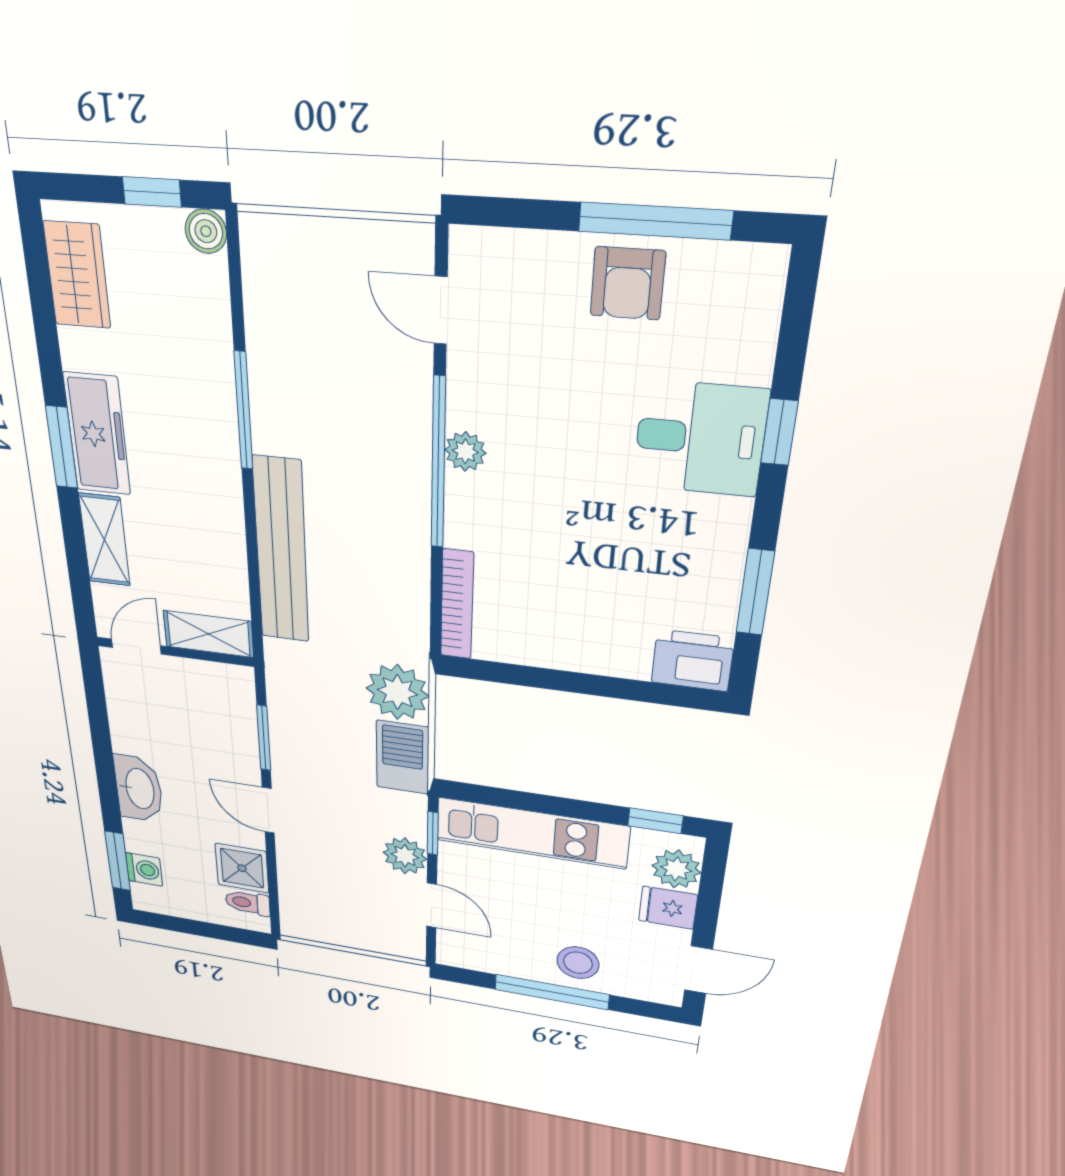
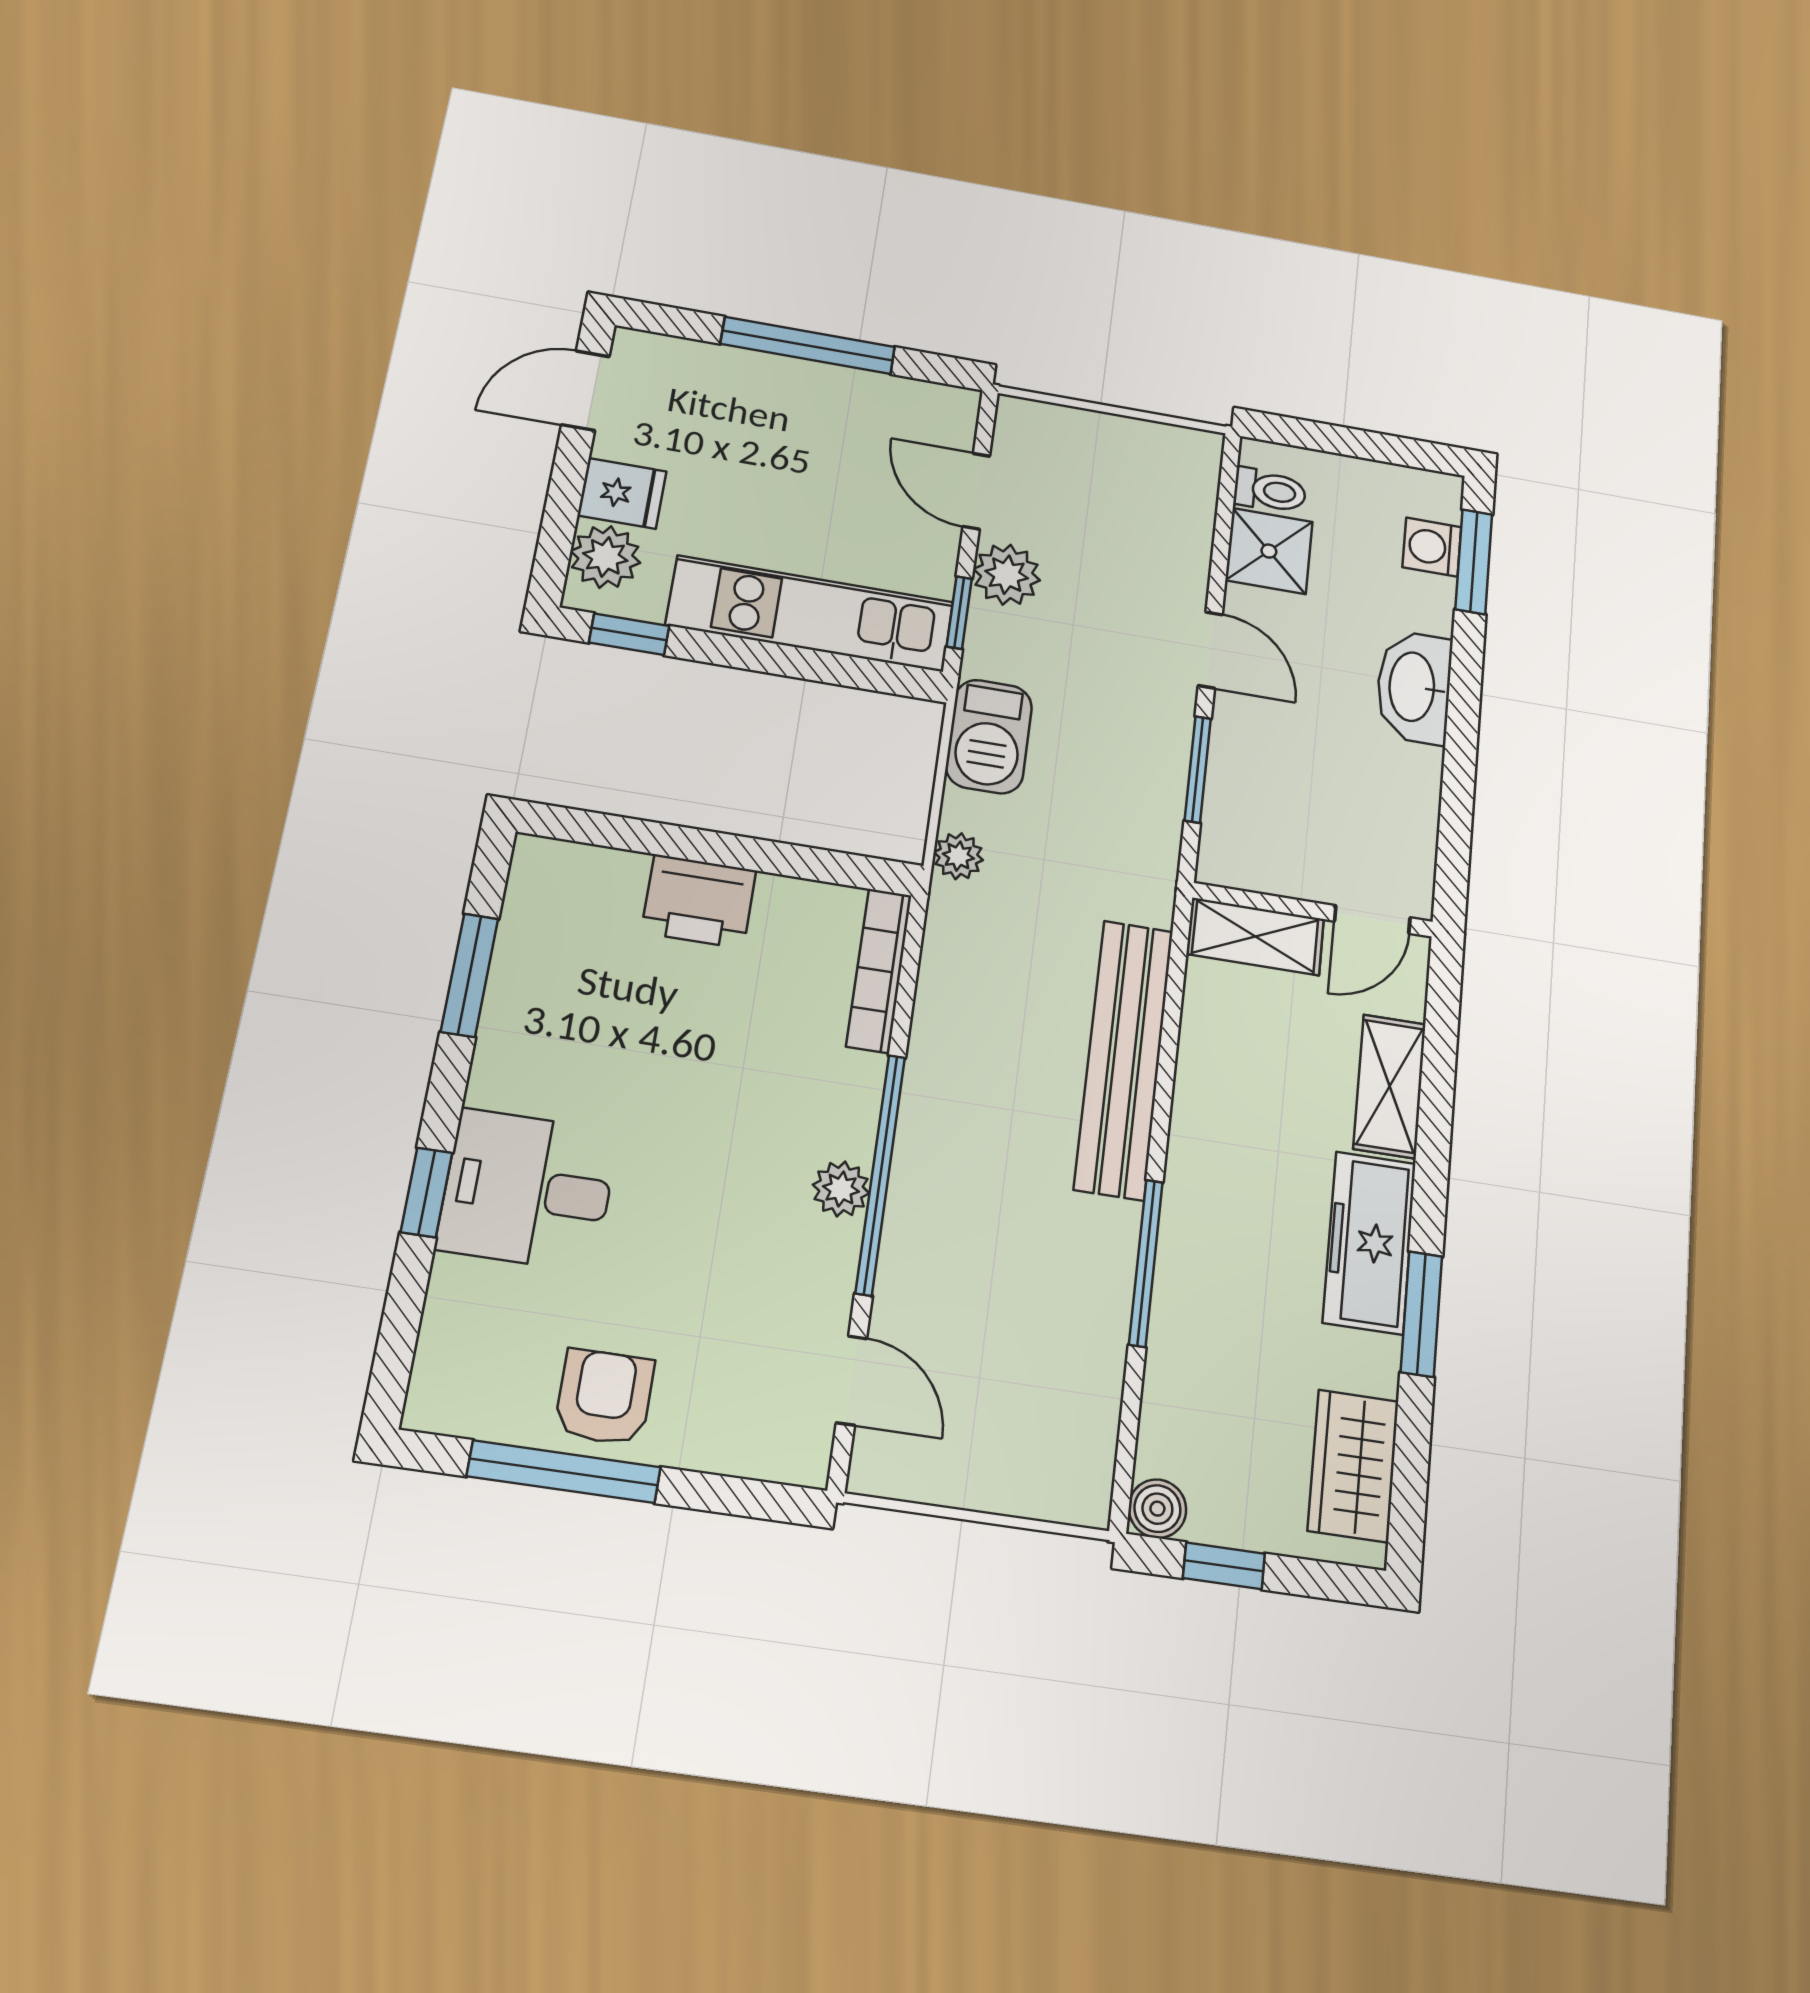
window: (62, 447) -> (1421, 1314), moved
printer: (693, 660) -> (699, 901), moved
plant: (397, 692) -> (958, 856), width x0.53, depth x0.53
stool: (578, 963) -> (763, 398), removed

